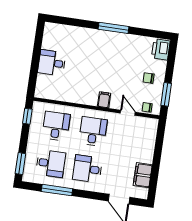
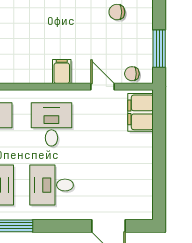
chair: (149, 78) -> (117, 12), moved
filing cabinet: (143, 175) -> (141, 112), moved

